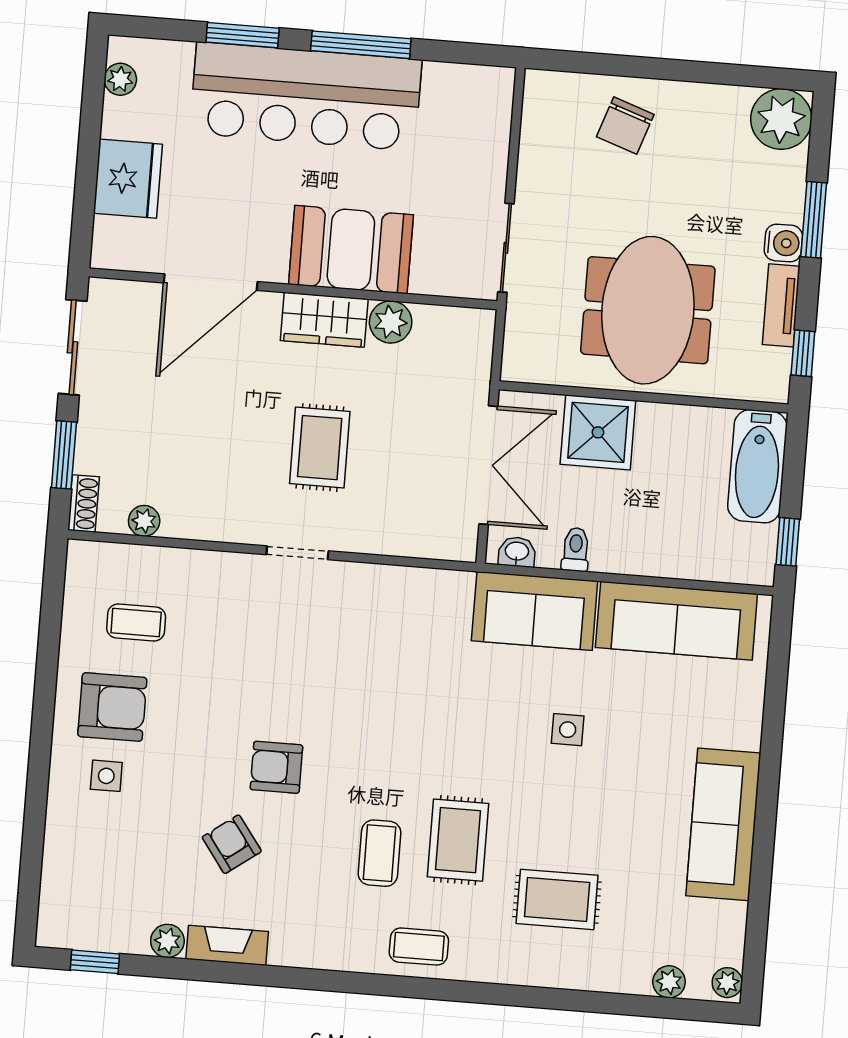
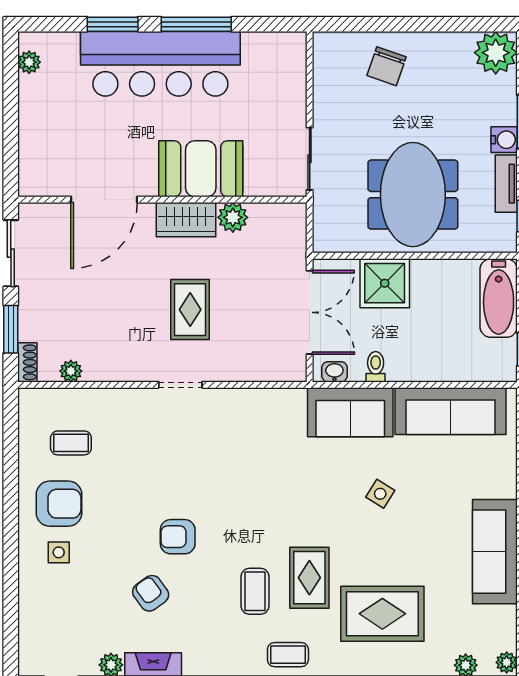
fridge: (128, 179) -> (40, 132), removed
side table: (568, 730) -> (380, 494), turned 32
rug: (557, 899) -> (382, 614), width x1.36, depth x1.43

